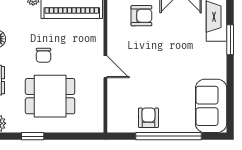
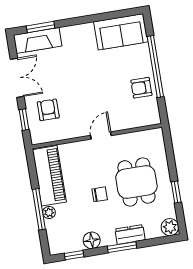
window: (230, 40) -> (41, 27), moved

